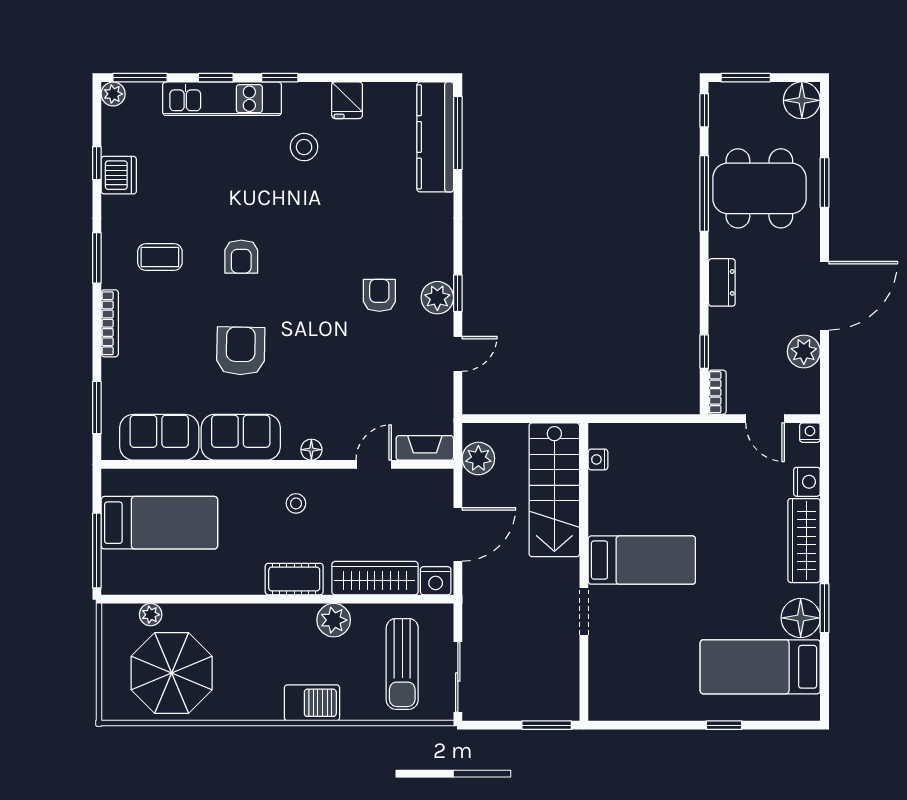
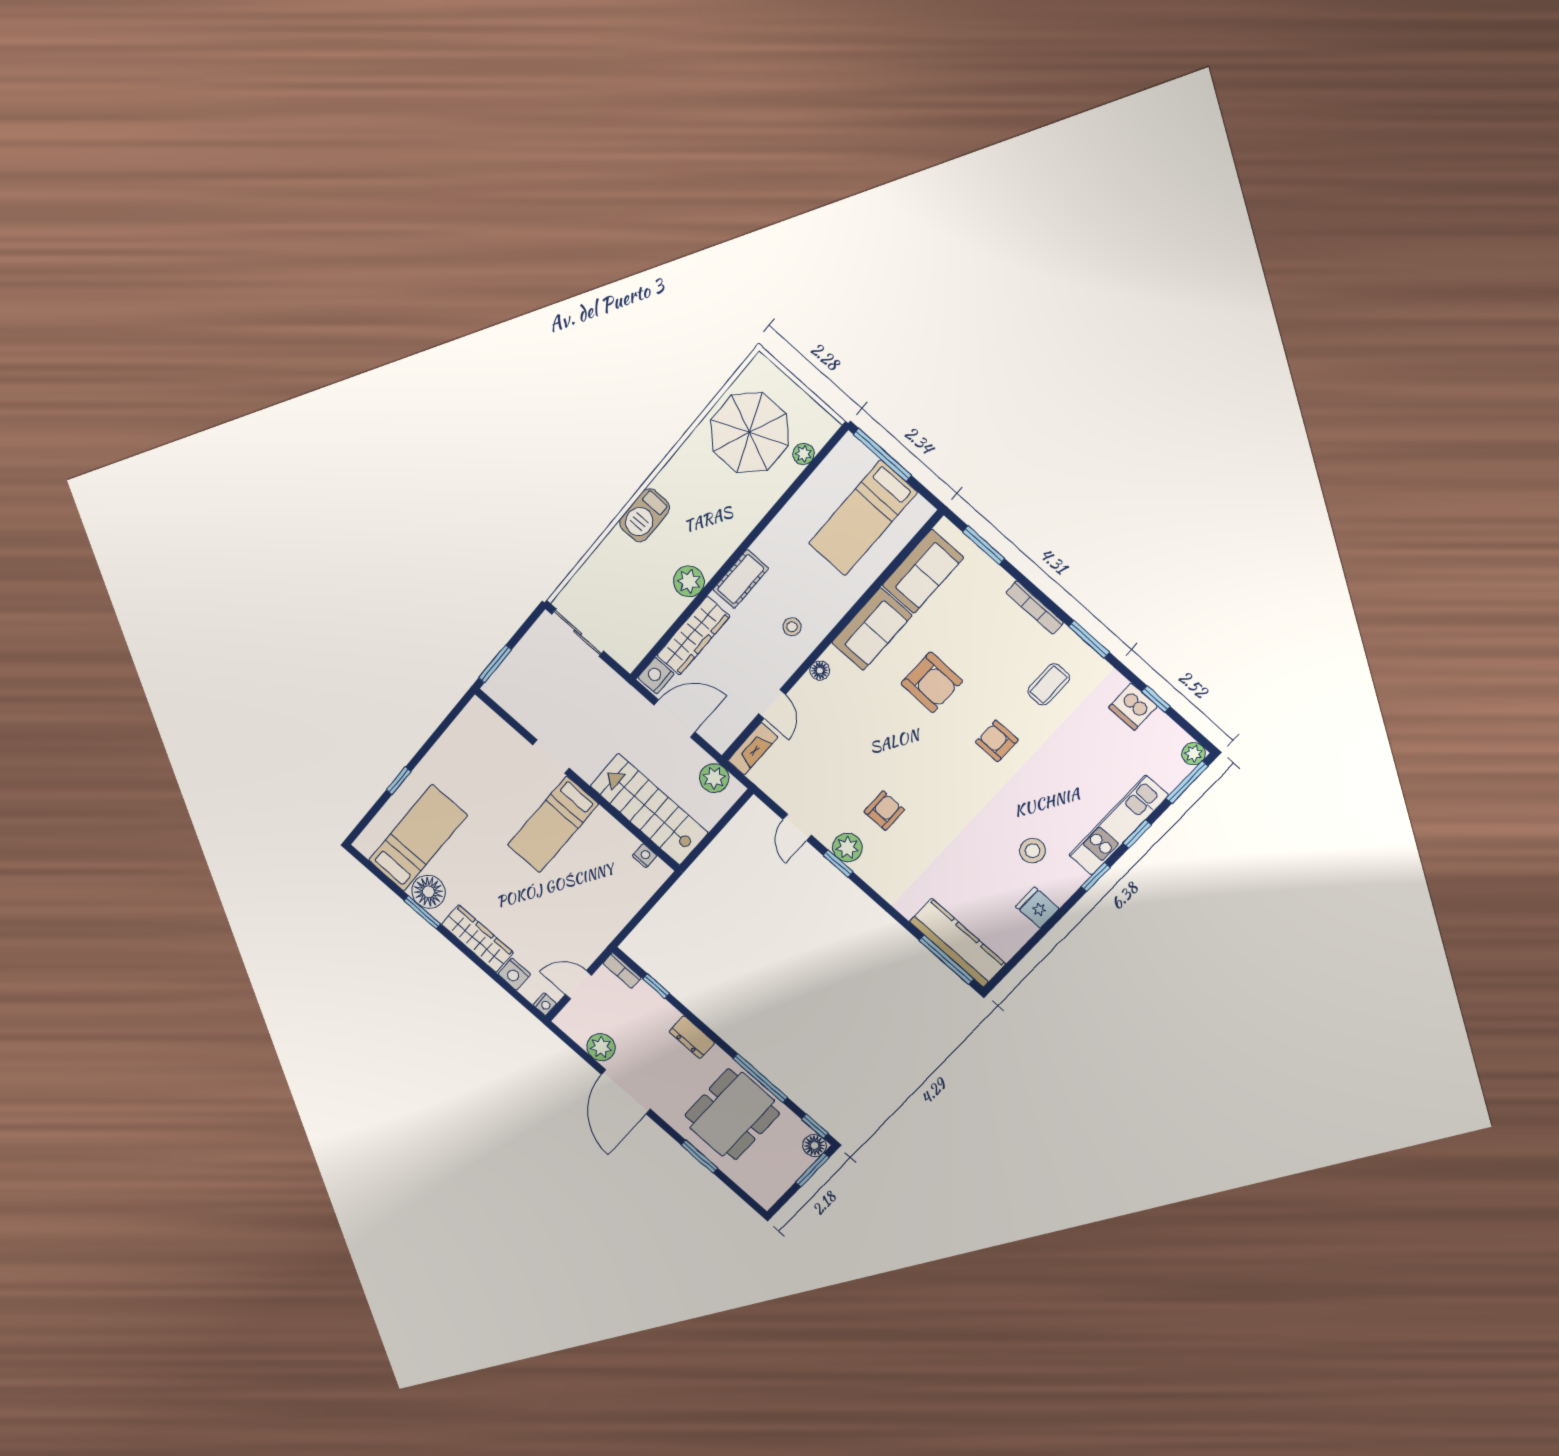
floor lamp: (802, 100) -> (814, 1145), moved, width x0.73, depth x0.73
armchair: (379, 295) -> (884, 811), turned -90
door: (458, 534) -> (675, 719), swing flipped
sun lounger: (402, 664) -> (619, 602), removed

